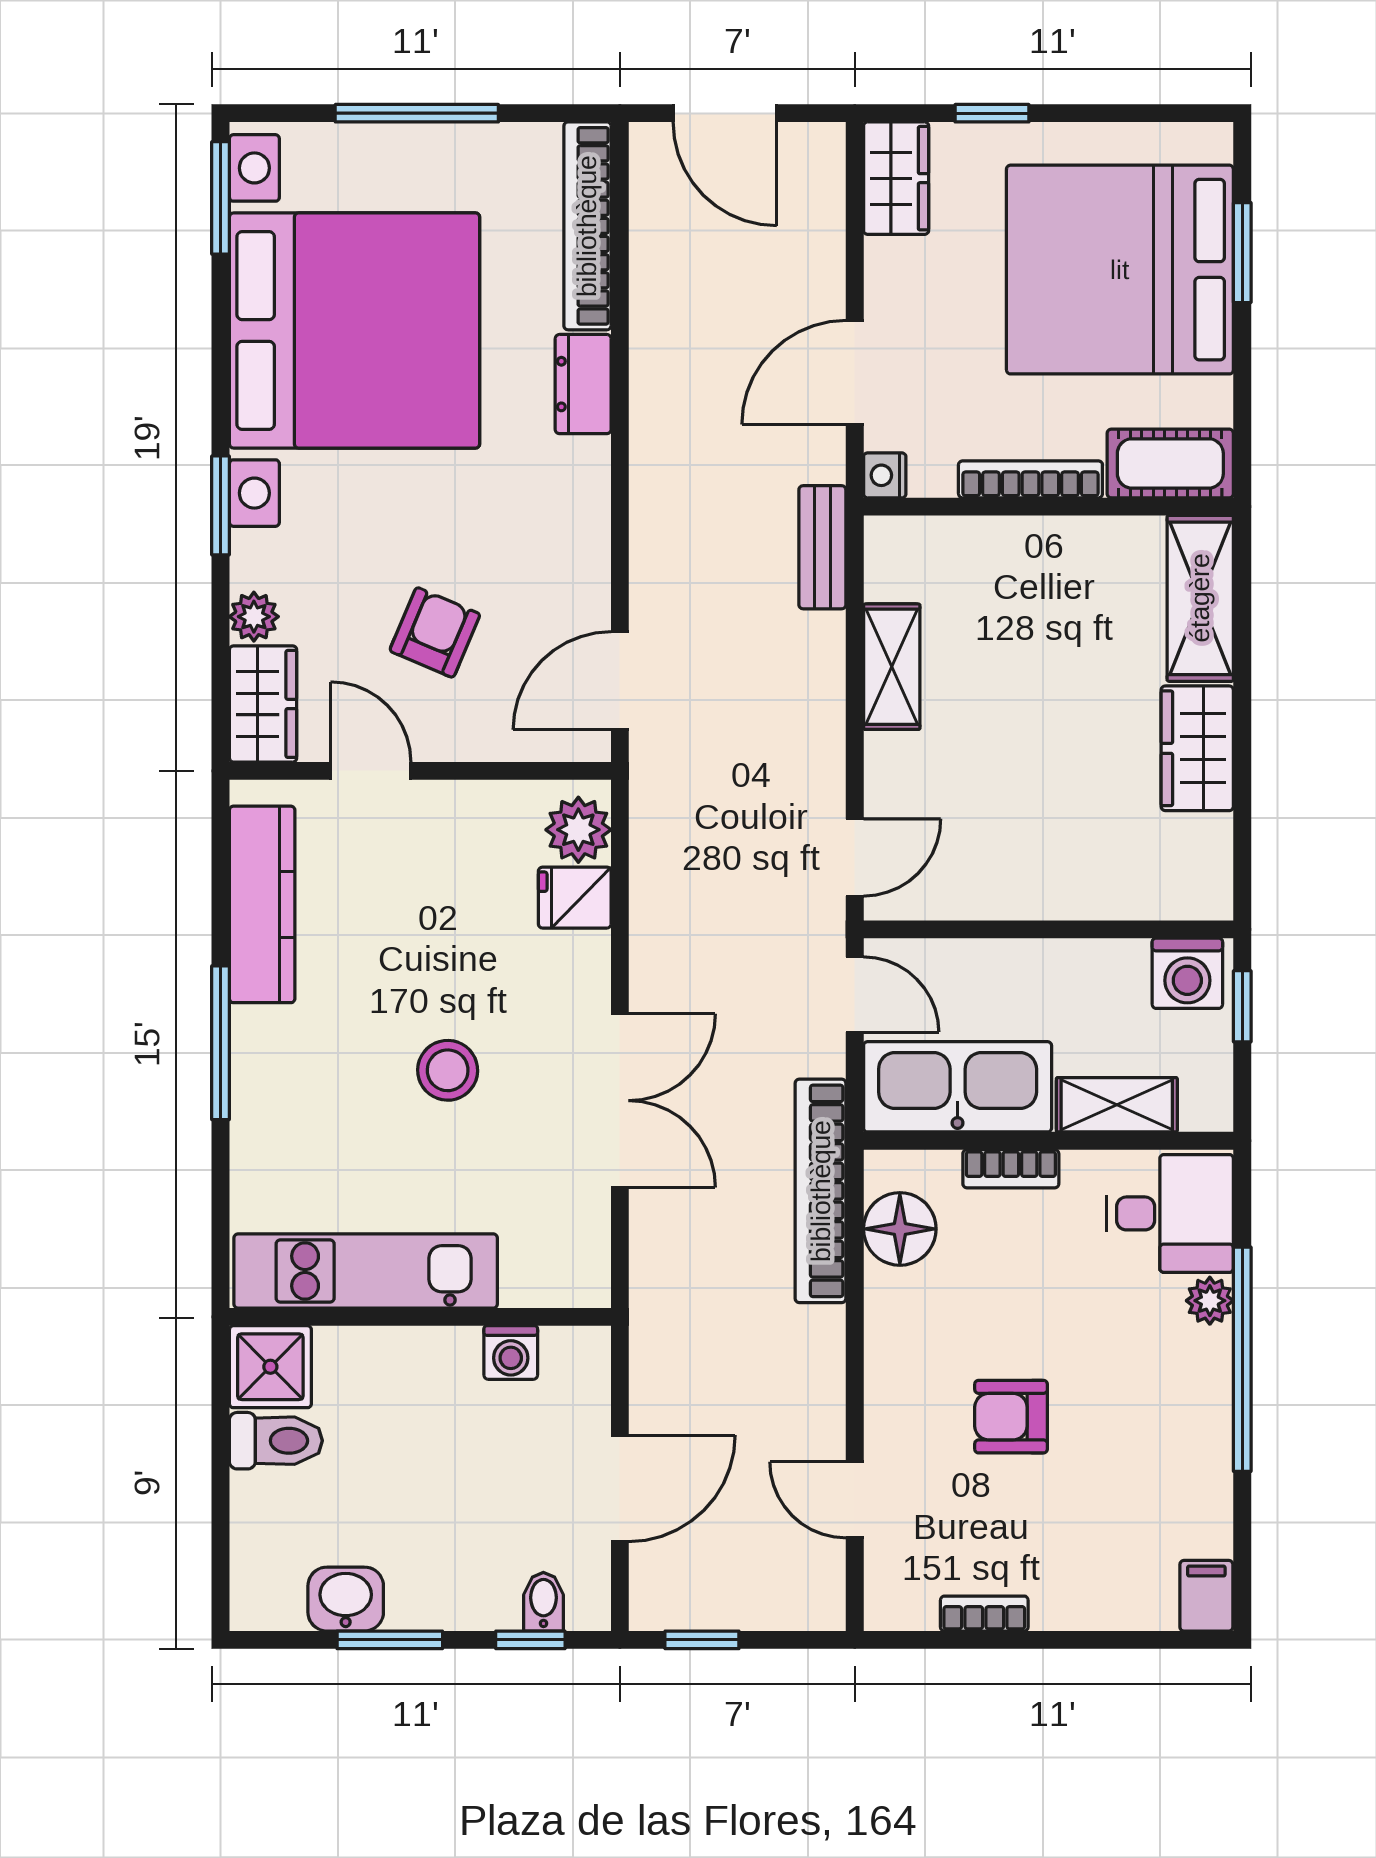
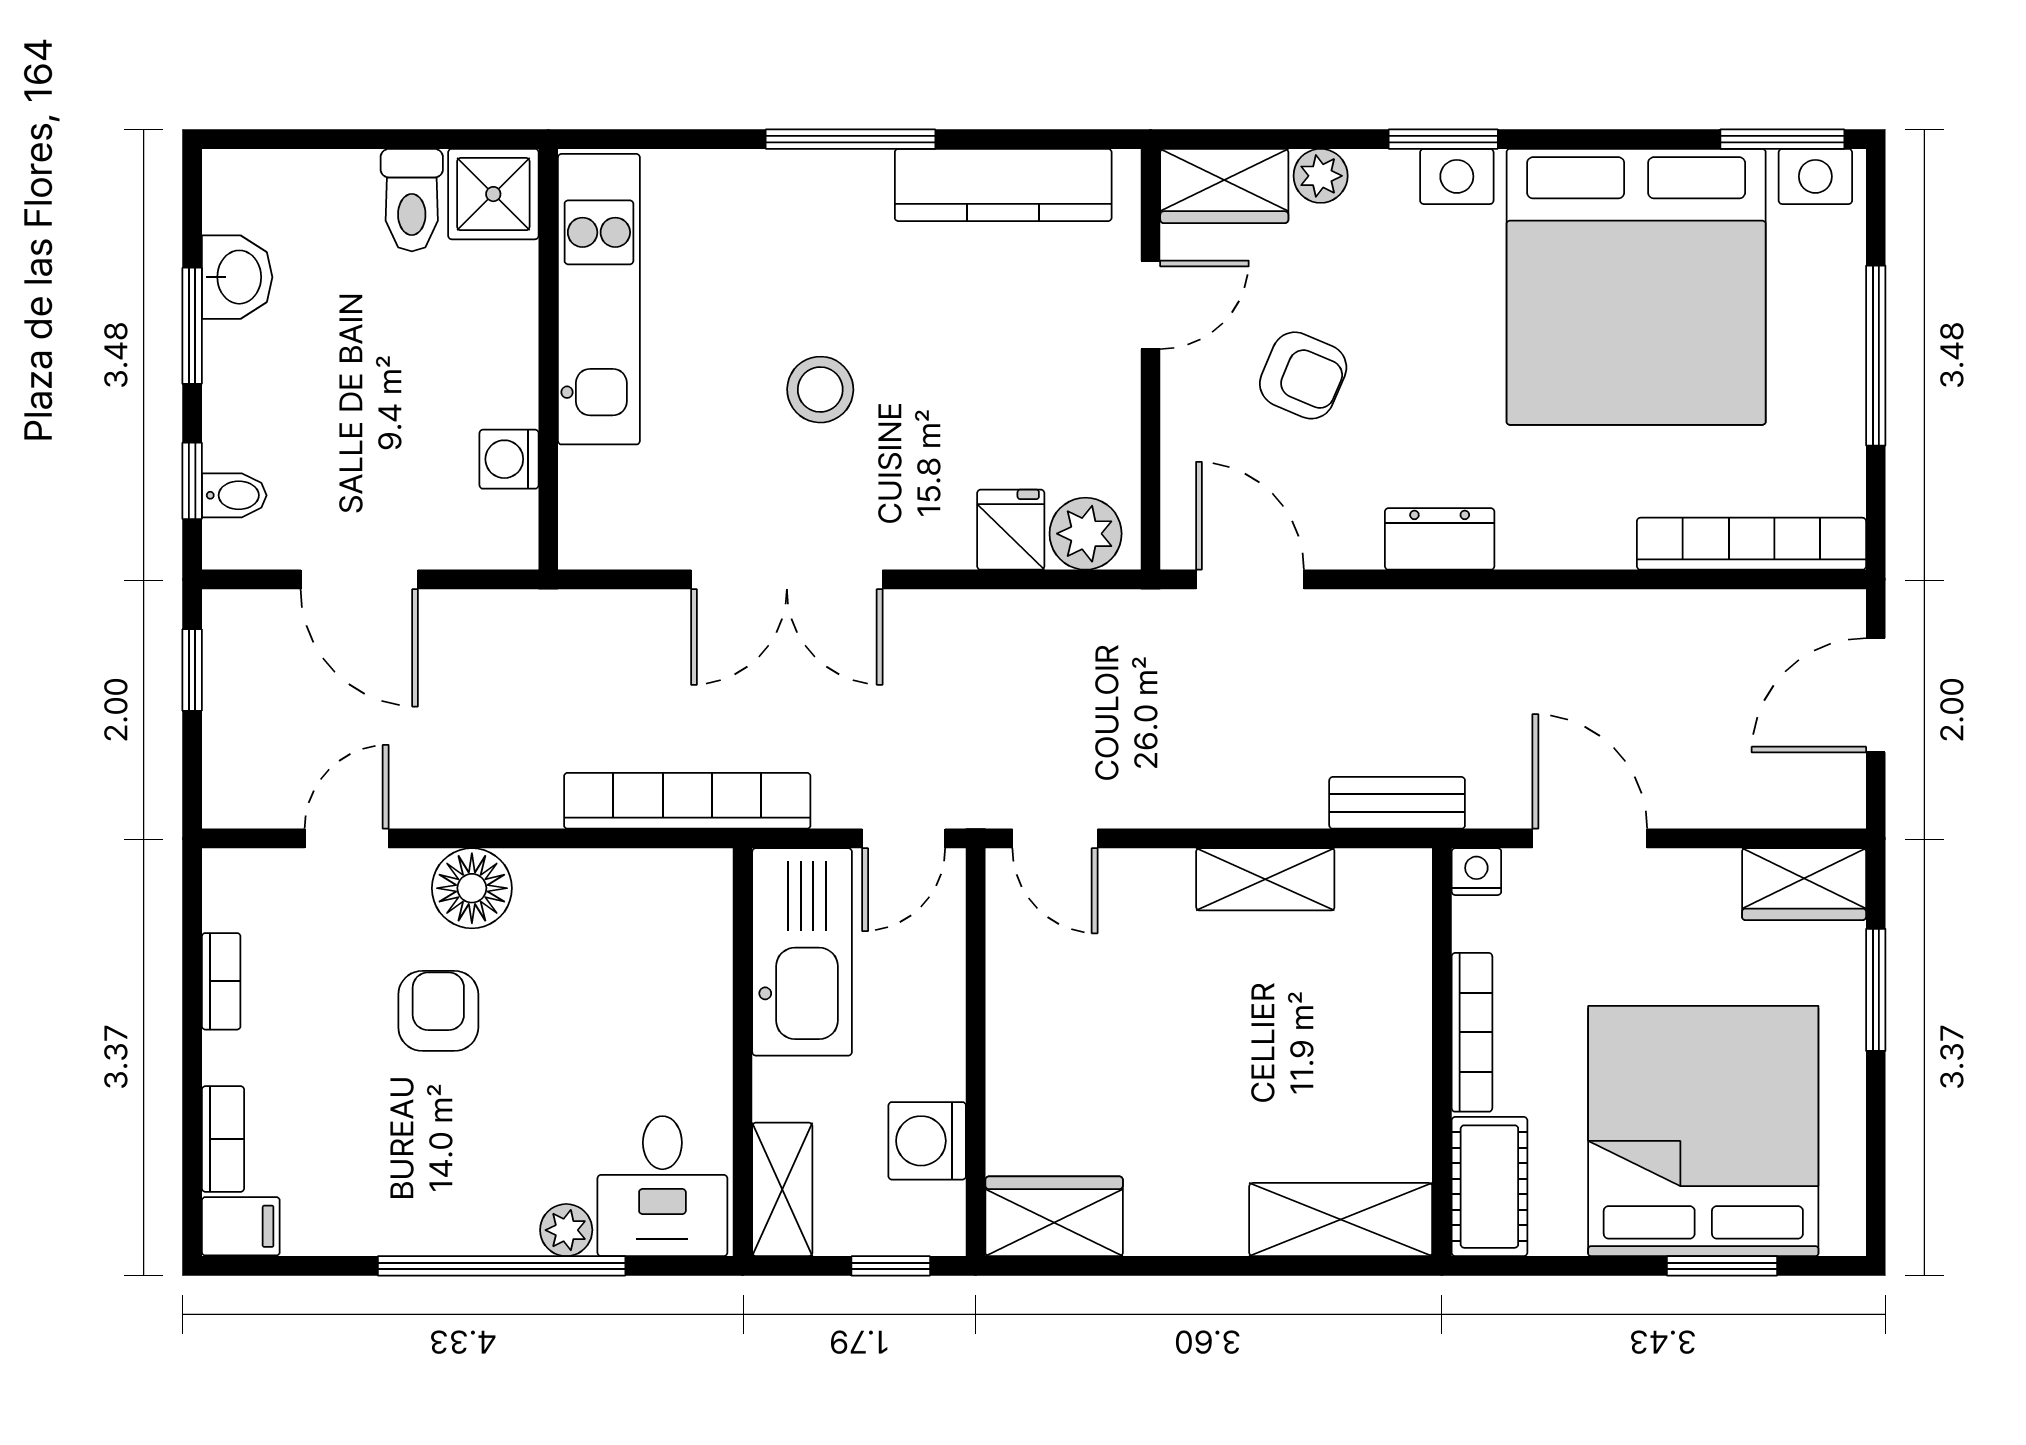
window: (992, 113) -> (1876, 990), width x1.50
dresser: (583, 384) -> (1440, 539), moved
wardrobe: (1197, 748) -> (1054, 1216), moved
washing machine: (1187, 973) -> (927, 1141), moved
shelving: (1117, 1105) -> (782, 1189), moved
bookcase: (1011, 1169) -> (223, 1139), moved, turned 180
floor lamp: (900, 1229) -> (472, 888), moved

